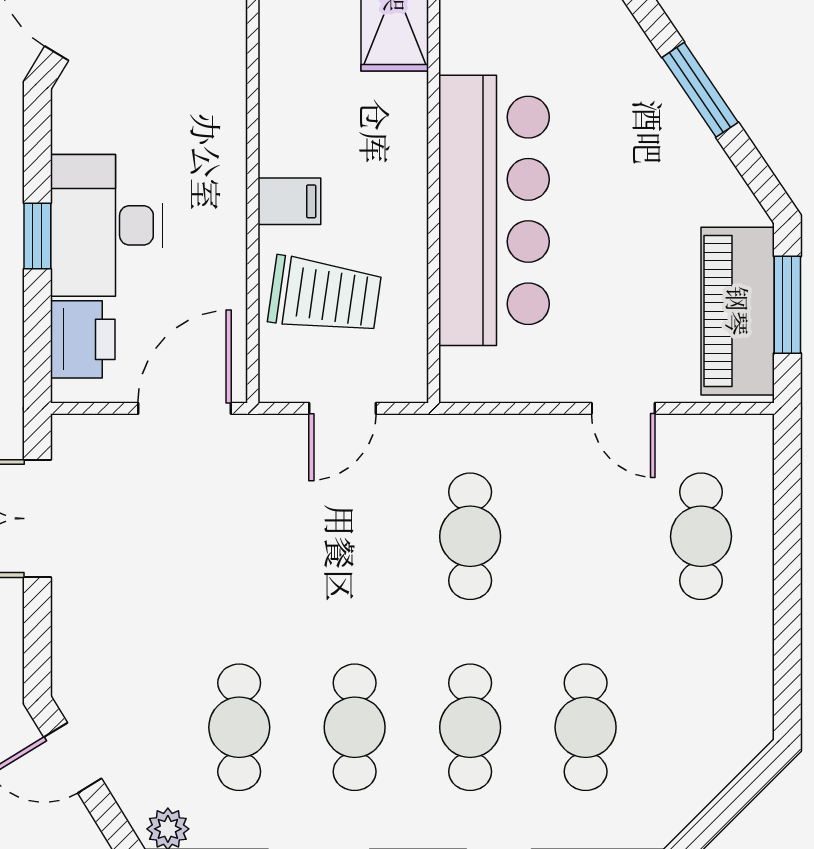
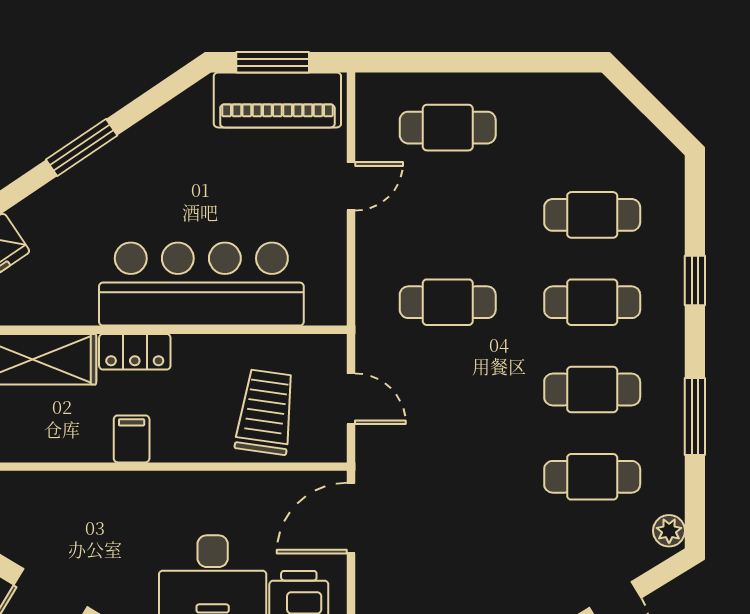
window: (700, 90) -> (82, 148), moved
locker: (405, 122) -> (135, 352), added
filing cabinet: (289, 201) -> (132, 439), moved
door: (184, 408) -> (351, 518), hinge flipped

